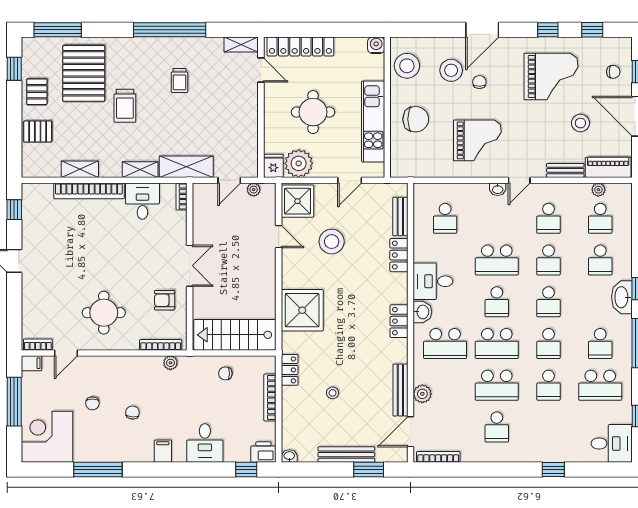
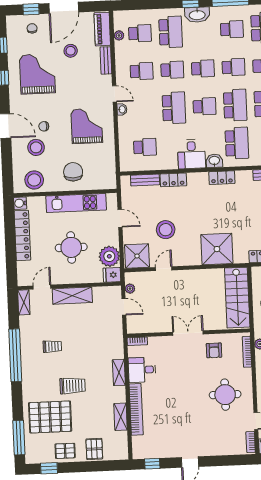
locker: (300, 46) -> (22, 235), moved
shelving: (186, 167) -> (72, 296), moved, turned 90
school desk: (600, 260) -> (171, 32), width x1.85

